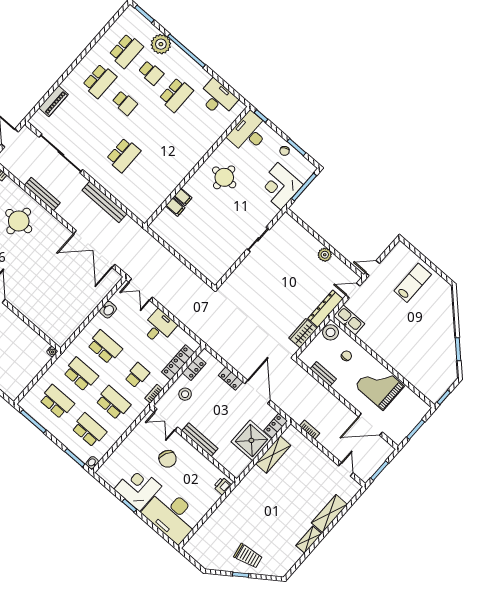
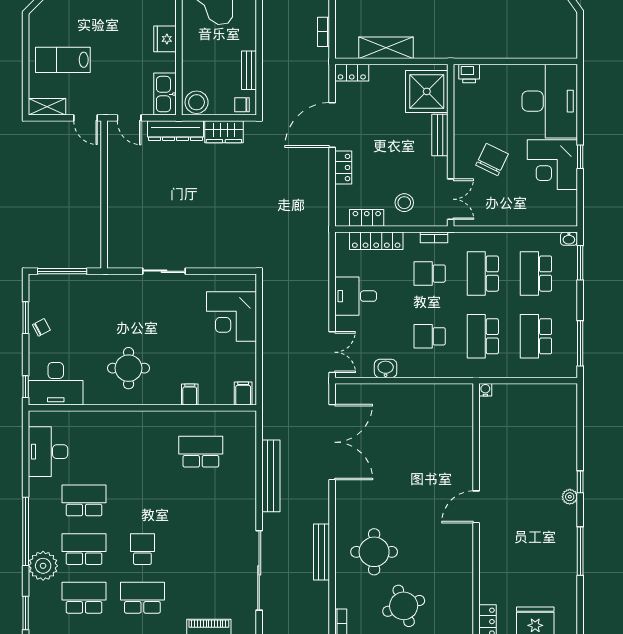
school desk: (151, 73) -> (84, 549), width x1.85
school desk: (123, 155) -> (201, 452), moved
corner desk: (280, 186) -> (231, 316), moved, turned 90
filing cabinet: (175, 207) -> (243, 394), moved
shelving: (396, 253) -> (47, 107), added
plant: (325, 255) -> (117, 183), removed
fridge: (377, 345) -> (165, 39), added
school desk: (105, 347) -> (430, 336), width x0.54
chair: (346, 356) -> (242, 105), moved
bench: (200, 440) -> (440, 135), width x0.73
shower: (251, 440) -> (427, 91), moved

